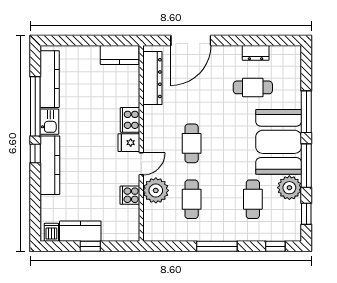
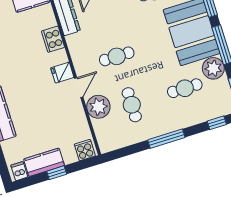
cooker: (130, 120) -> (53, 39), moved
cafe table: (192, 143) -> (117, 56), turned 90
cooker: (130, 195) -> (85, 150), moved, turned 90
cafe table: (253, 199) -> (185, 88), turned 90

